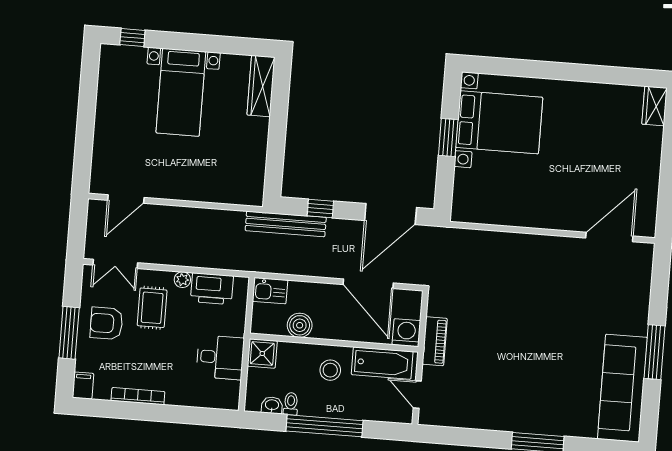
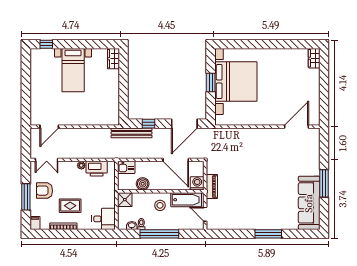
wardrobe: (261, 86) -> (113, 59), width x0.67
bed with nightstands: (499, 122) -> (236, 82), width x1.36
rug: (152, 308) -> (70, 206), moved, turned 90
desk: (220, 357) -> (104, 219), moved

